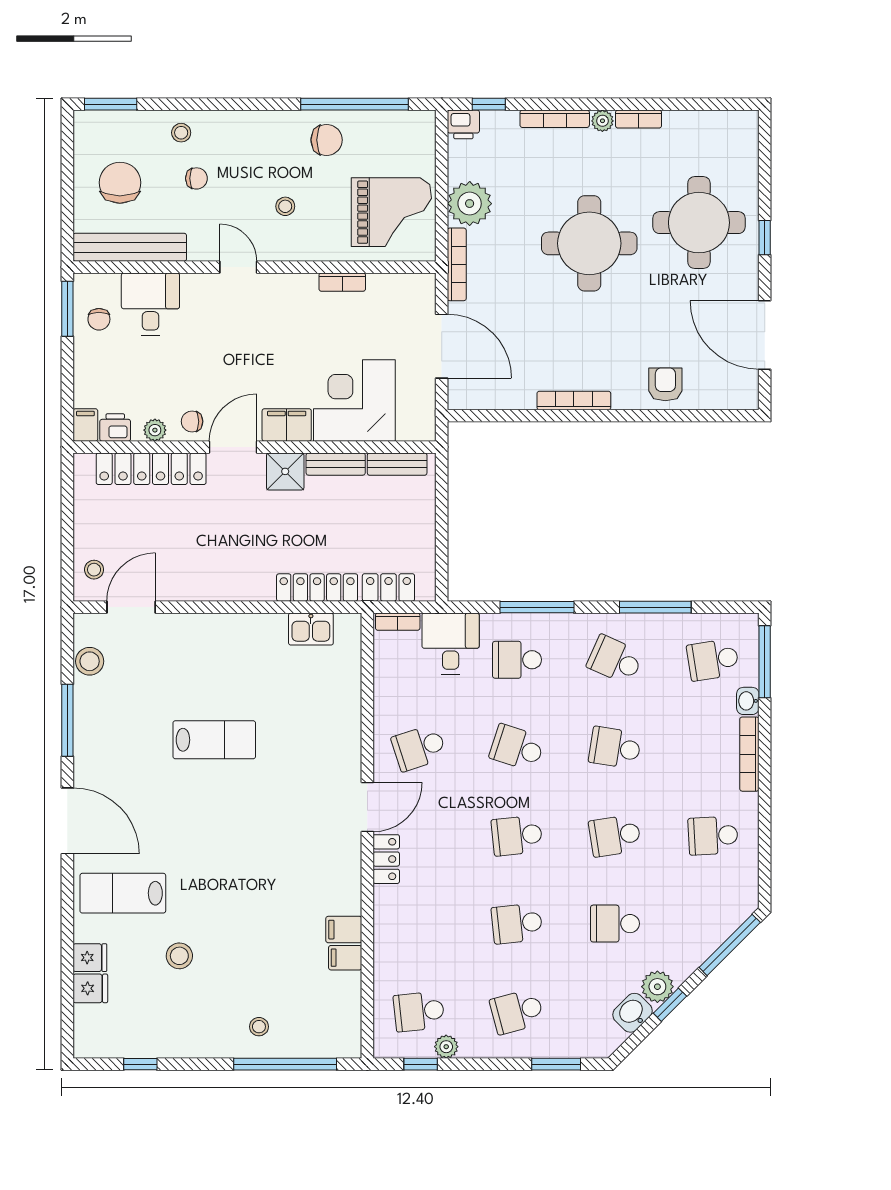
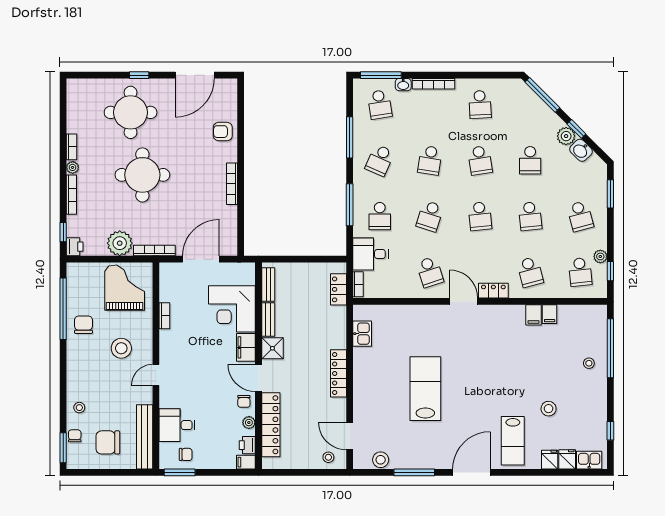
chair: (196, 178) -> (75, 436), moved
stool: (285, 206) -> (121, 348), width x1.89, depth x1.89
locker: (317, 588) -> (339, 373), moved
lab bench: (214, 740) -> (425, 389), width x1.36, depth x1.39
school desk: (419, 924) -> (530, 272), added
kitchen sink: (89, 1027) -> (589, 460), added

